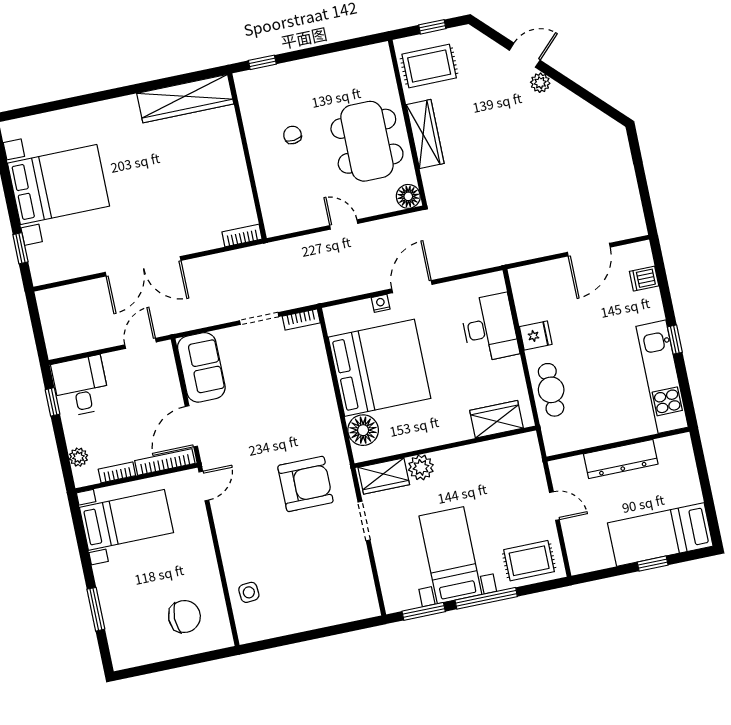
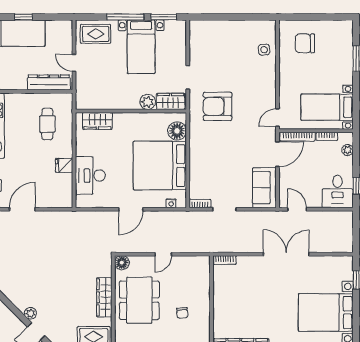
door: (344, 224) -> (163, 254), hinge flipped
nightstand: (381, 303) -> (171, 203), moved
door: (140, 343) -> (297, 209), swing flipped
cafe table: (551, 390) -> (47, 124), moved
dresser: (621, 459) -> (49, 82), moved

